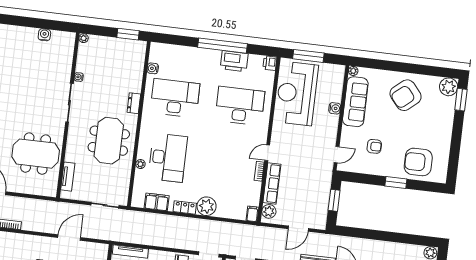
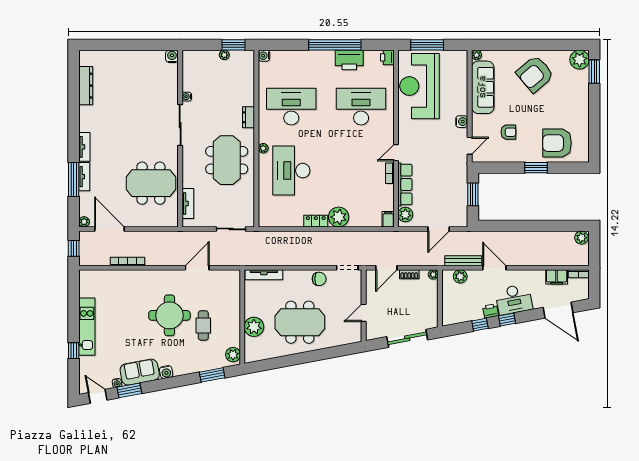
water cooler: (44, 35) -> (172, 56), moved
plant: (84, 38) -> (224, 55), moved
water cooler: (153, 68) -> (264, 56), moved
water cooler: (335, 108) -> (462, 122), moved
desk: (168, 158) -> (291, 171), turned 180
plant: (140, 164) -> (263, 148), moved
filing cabinet: (157, 202) -> (285, 219), removed

